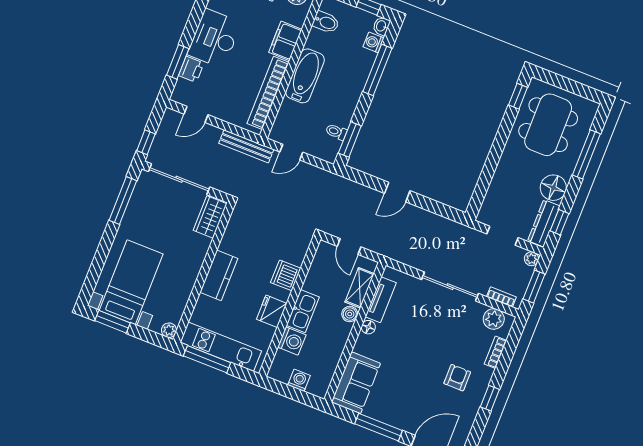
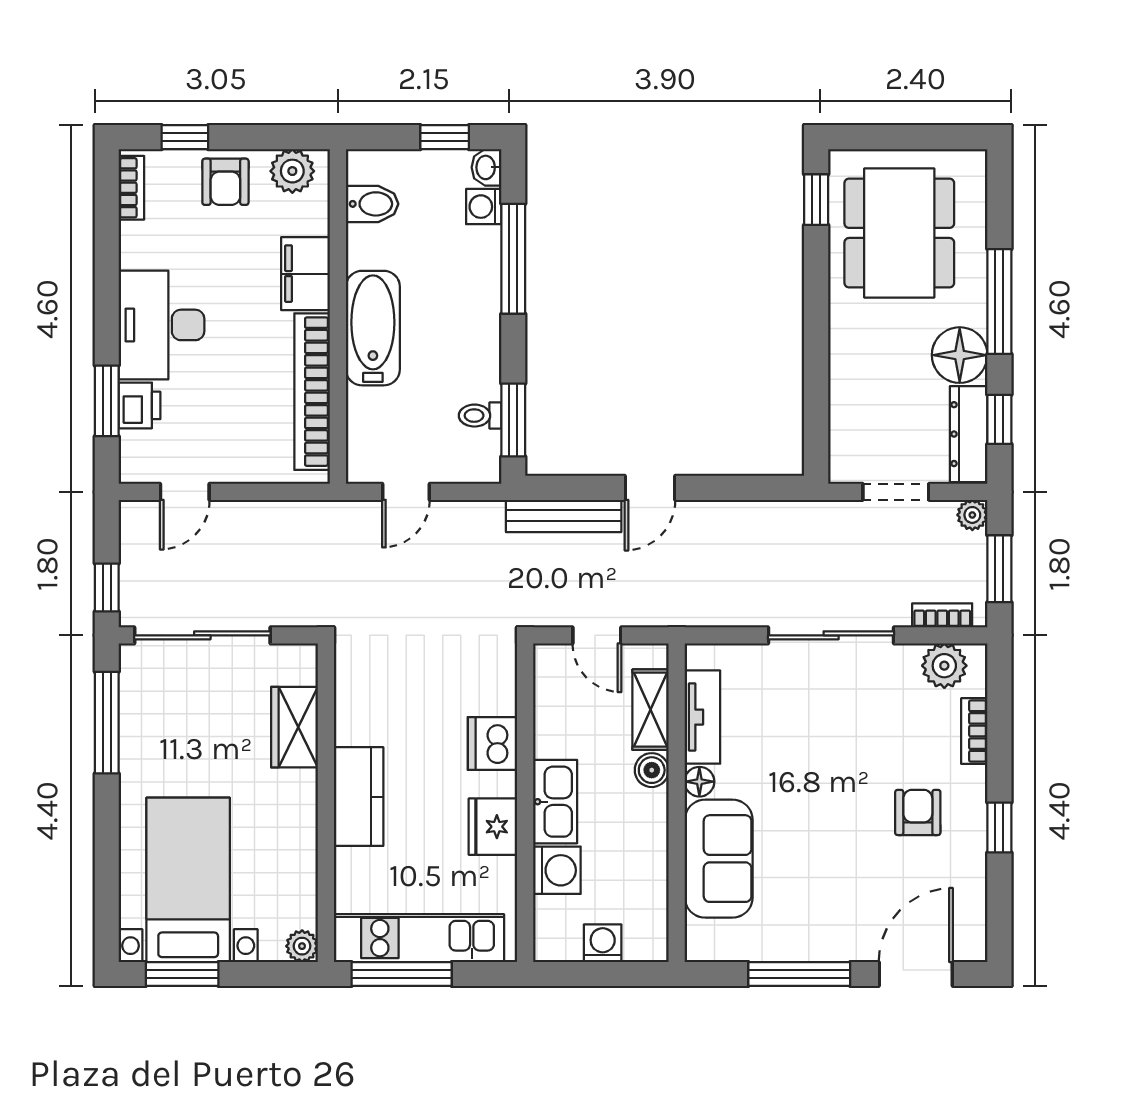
bench: (246, 146) -> (564, 516), moved
window: (586, 154) -> (999, 302), moved
wardrobe: (210, 217) -> (295, 727), moved
sofa: (356, 383) -> (719, 859), moved

